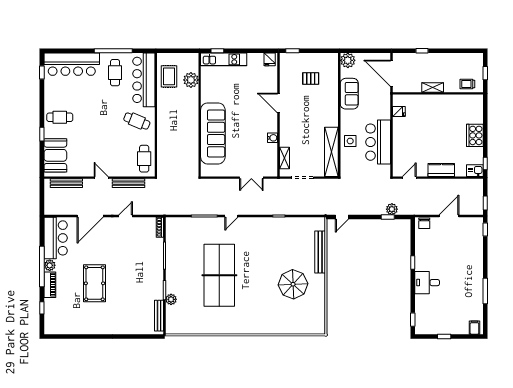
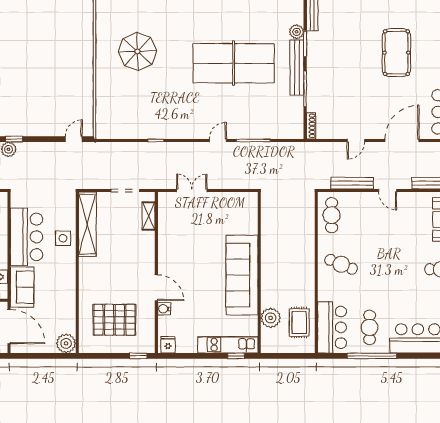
pallet: (311, 78) -> (114, 320), width x2.05, depth x2.00
bar counter: (144, 80) -> (332, 327), width x0.73
sofa: (349, 94) -> (22, 287), moved, turned 180
sofa: (213, 133) -> (242, 275), moved
water cooler: (273, 138) -> (164, 309), moved
bench: (320, 252) -> (297, 68), moved
table tennis table: (219, 275) -> (234, 63), turned 90

